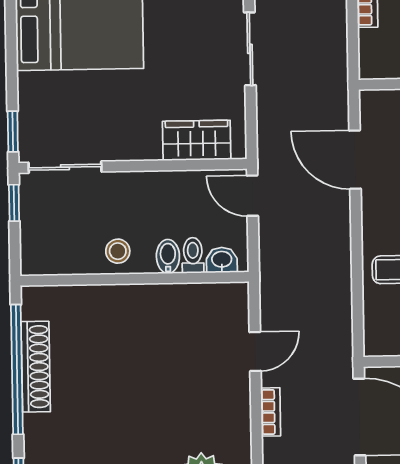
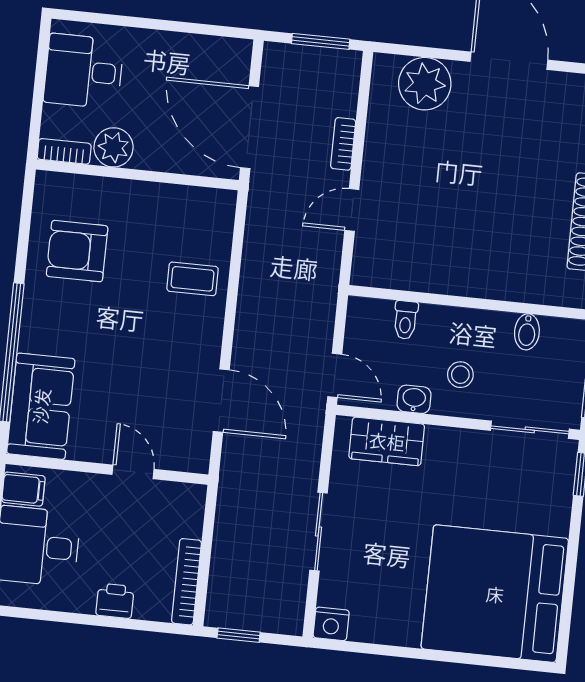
stool: (118, 251) -> (460, 375), moved
bidet: (168, 256) -> (527, 332), moved
washbasin: (222, 260) -> (414, 399), moved, turned 180

